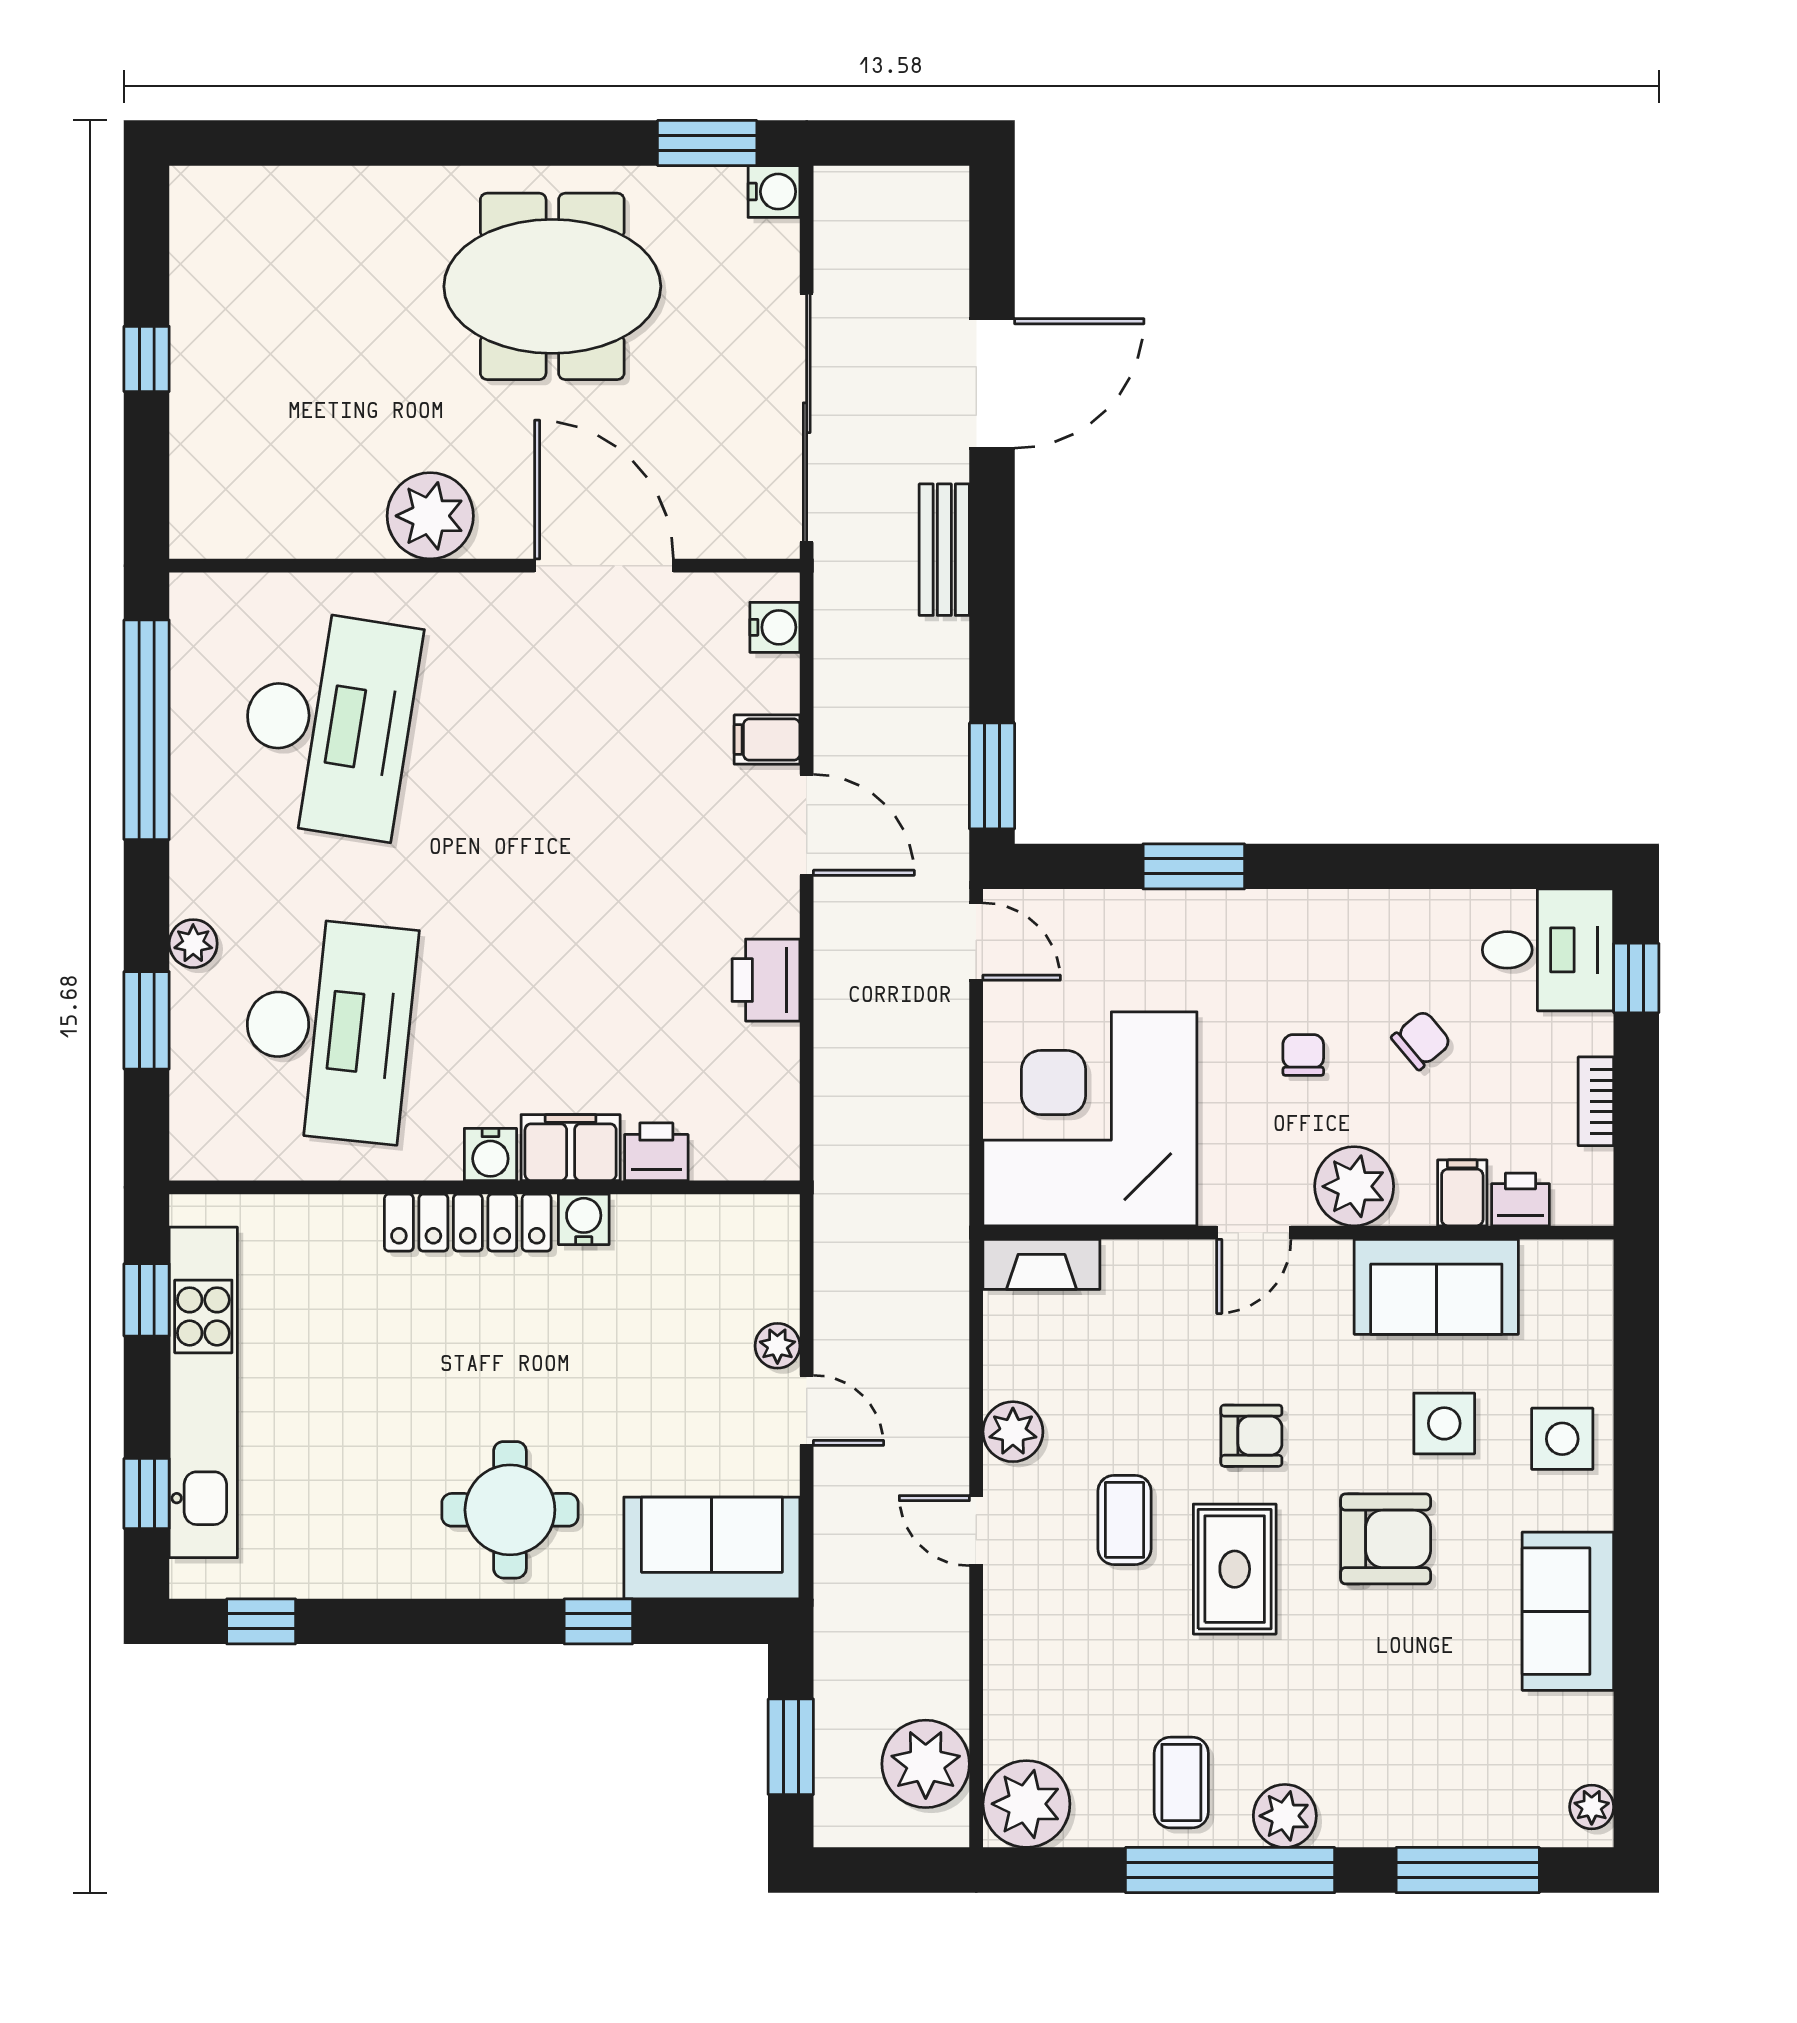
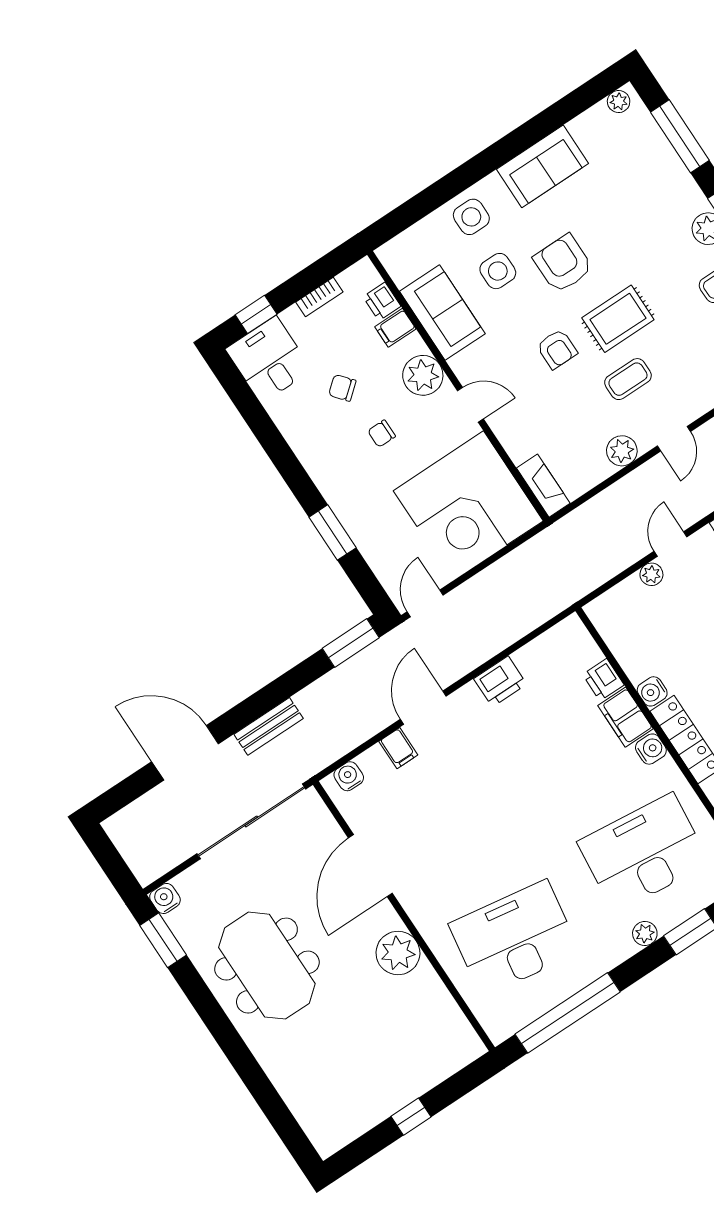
armchair: (1251, 1436) -> (557, 349), turned 180

